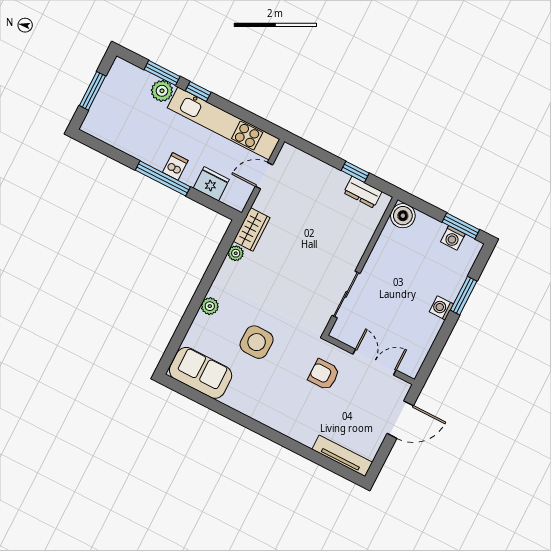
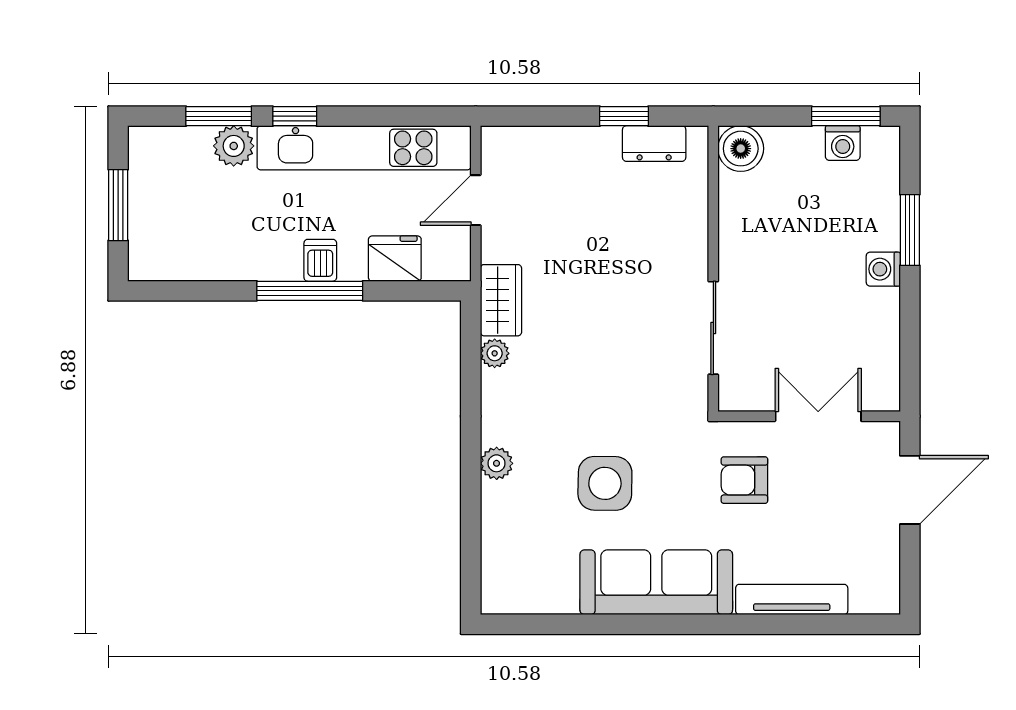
sofa: (201, 373) -> (656, 582), moved, width x1.36
tv unit: (342, 456) -> (792, 600), moved

